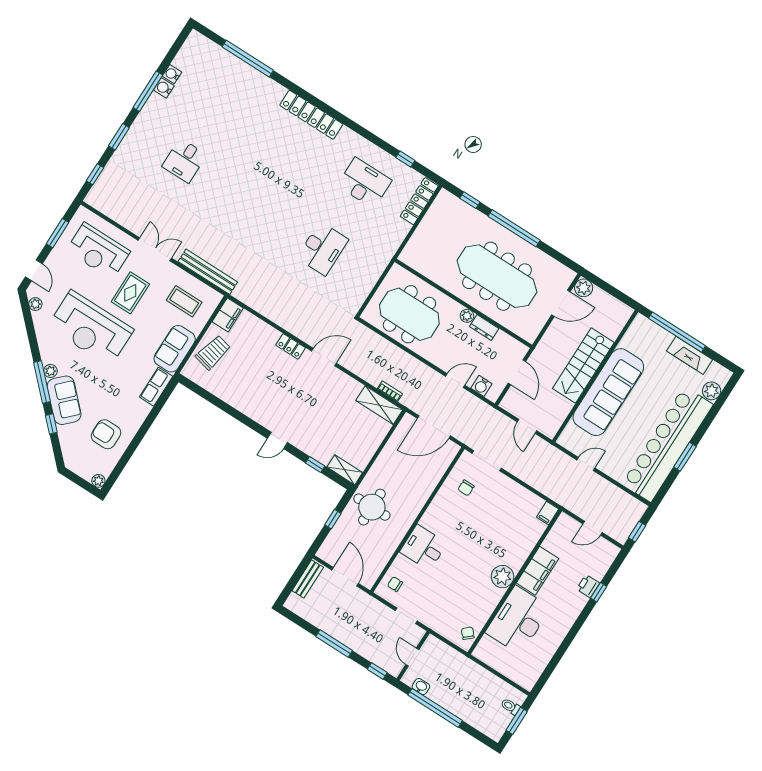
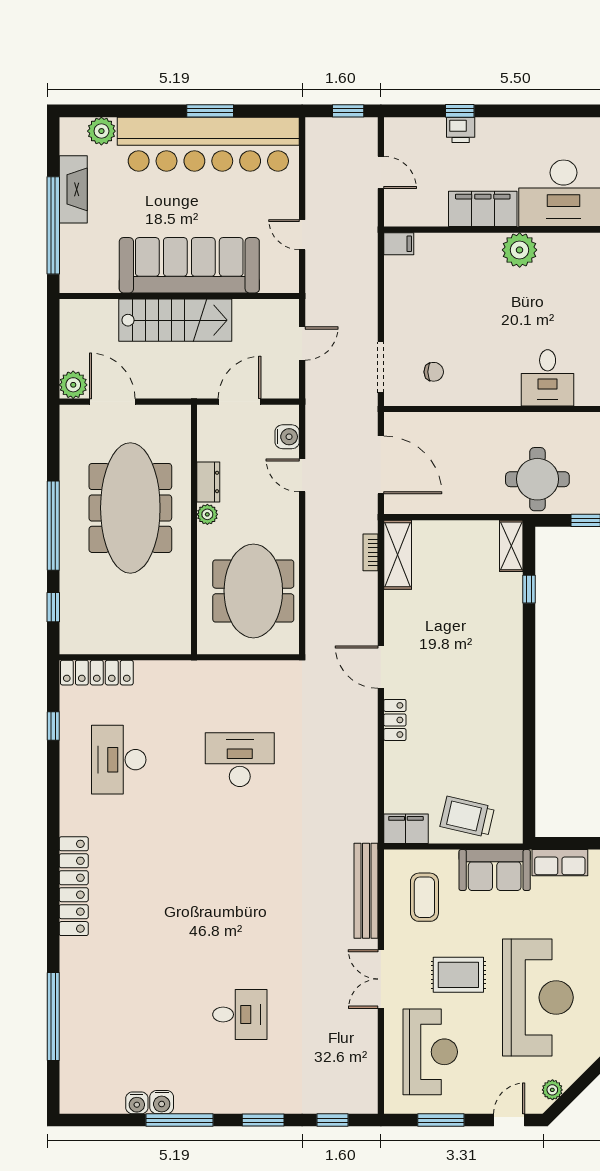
door: (277, 440) -> (529, 659), removed

